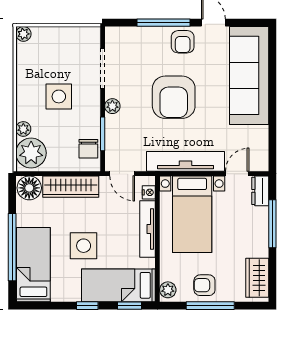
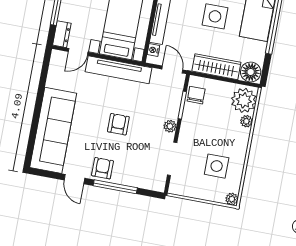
side table: (59, 96) -> (217, 166), moved
armchair: (174, 97) -> (118, 124), width x0.53, depth x0.53

